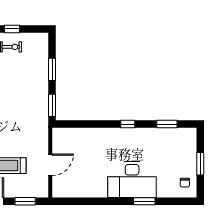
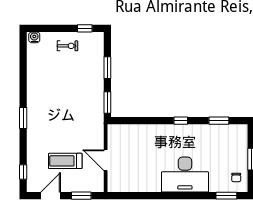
window: (12, 29) -> (85, 28), moved
door: (50, 165) -> (106, 160), swing flipped
window: (144, 201) -> (226, 196), moved

